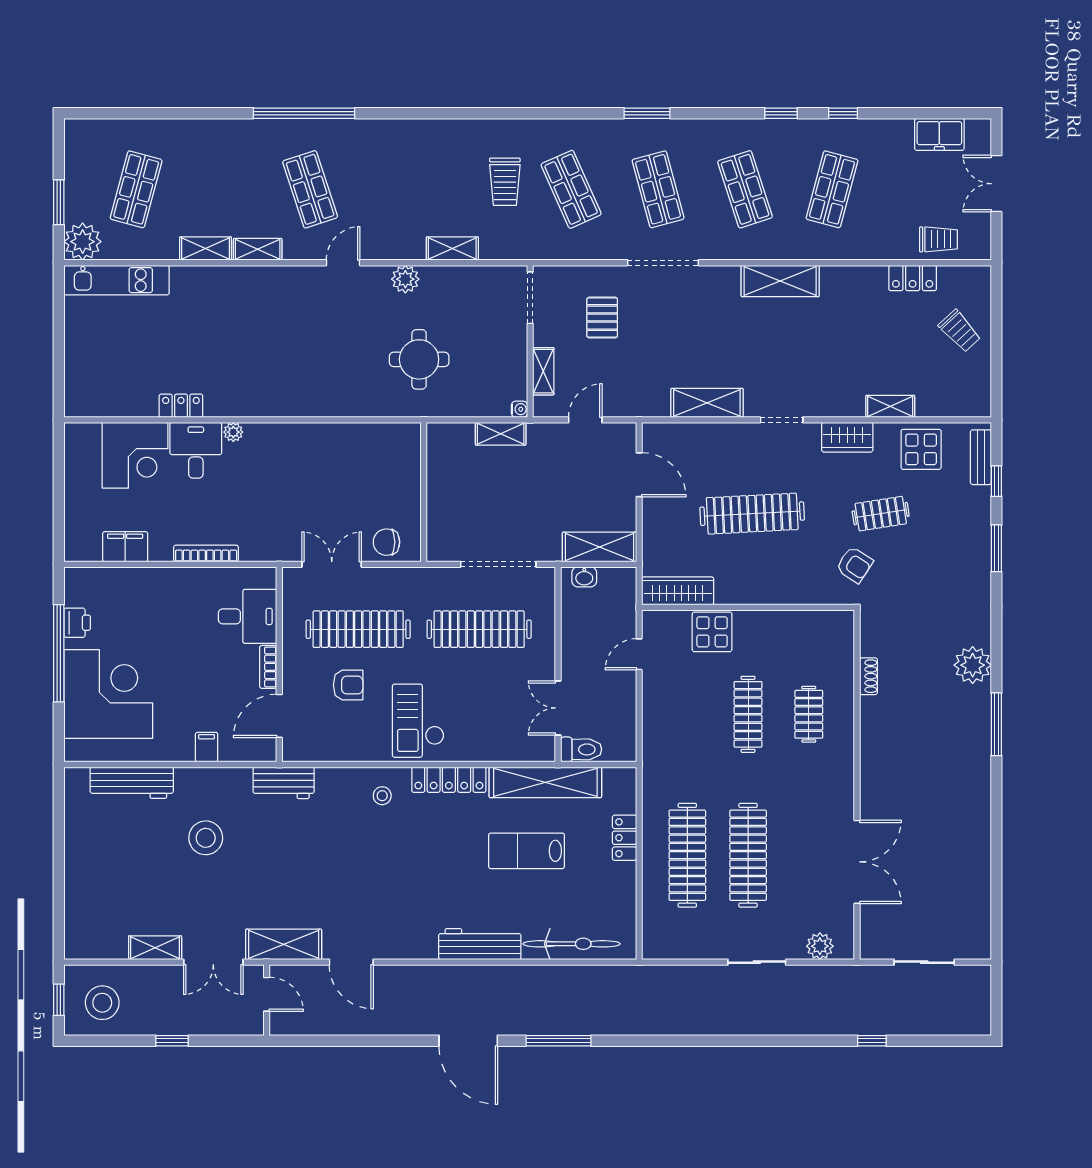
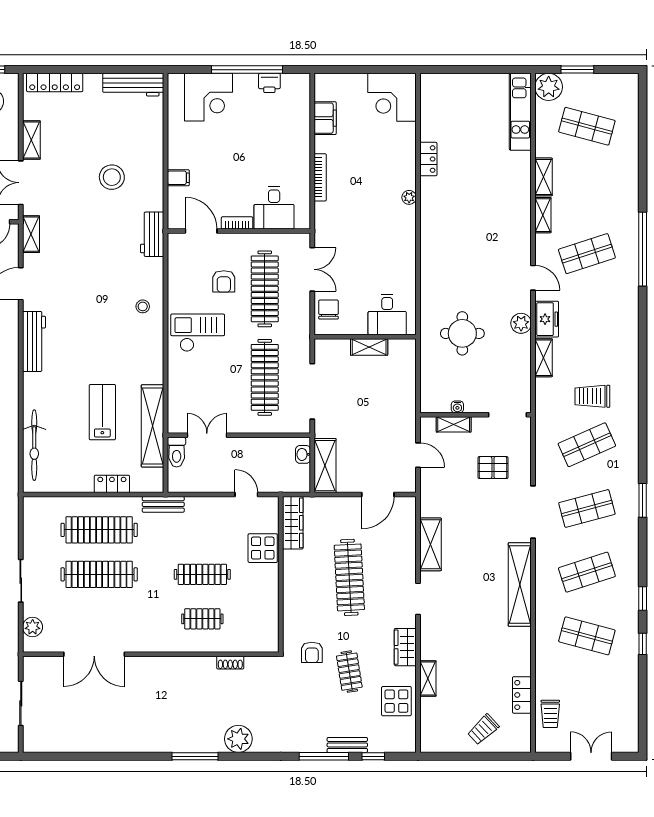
freezer: (939, 134) -> (547, 319), moved, turned 180
shelving: (780, 281) -> (520, 585), width x1.47
water cooler: (519, 409) -> (457, 407), moved
shelving: (501, 434) -> (369, 347), moved, turned 90
desk: (196, 450) -> (387, 315), moved, turned 90
corner desk: (135, 455) -> (392, 97), moved
bench: (981, 457) -> (347, 745), moved
window: (996, 548) -> (324, 756), width x1.44
armchair: (855, 565) -> (312, 652), turned -33
corner desk: (108, 694) -> (209, 97), width x0.74, depth x0.74
bench: (652, 768) -> (163, 504), added
locker: (449, 780) -> (55, 83), moved, turned -90
workbench: (132, 783) -> (133, 85), moved, turned -90
shelving: (284, 944) -> (31, 234), width x0.67, depth x0.75
workbench: (480, 944) -> (34, 341), moved

